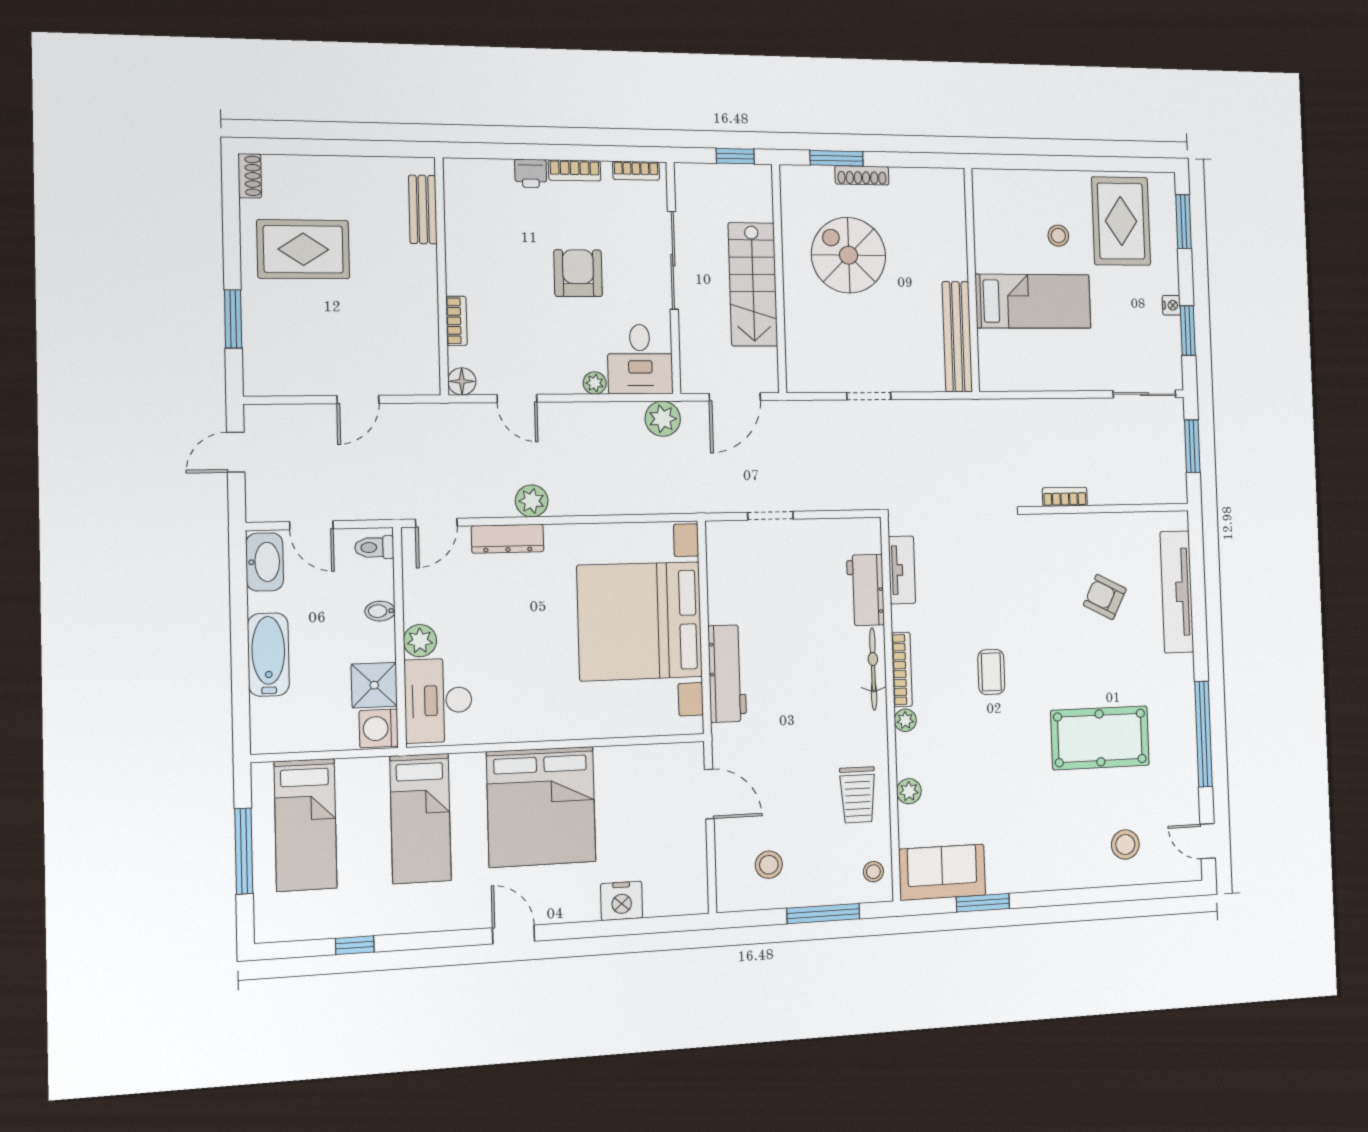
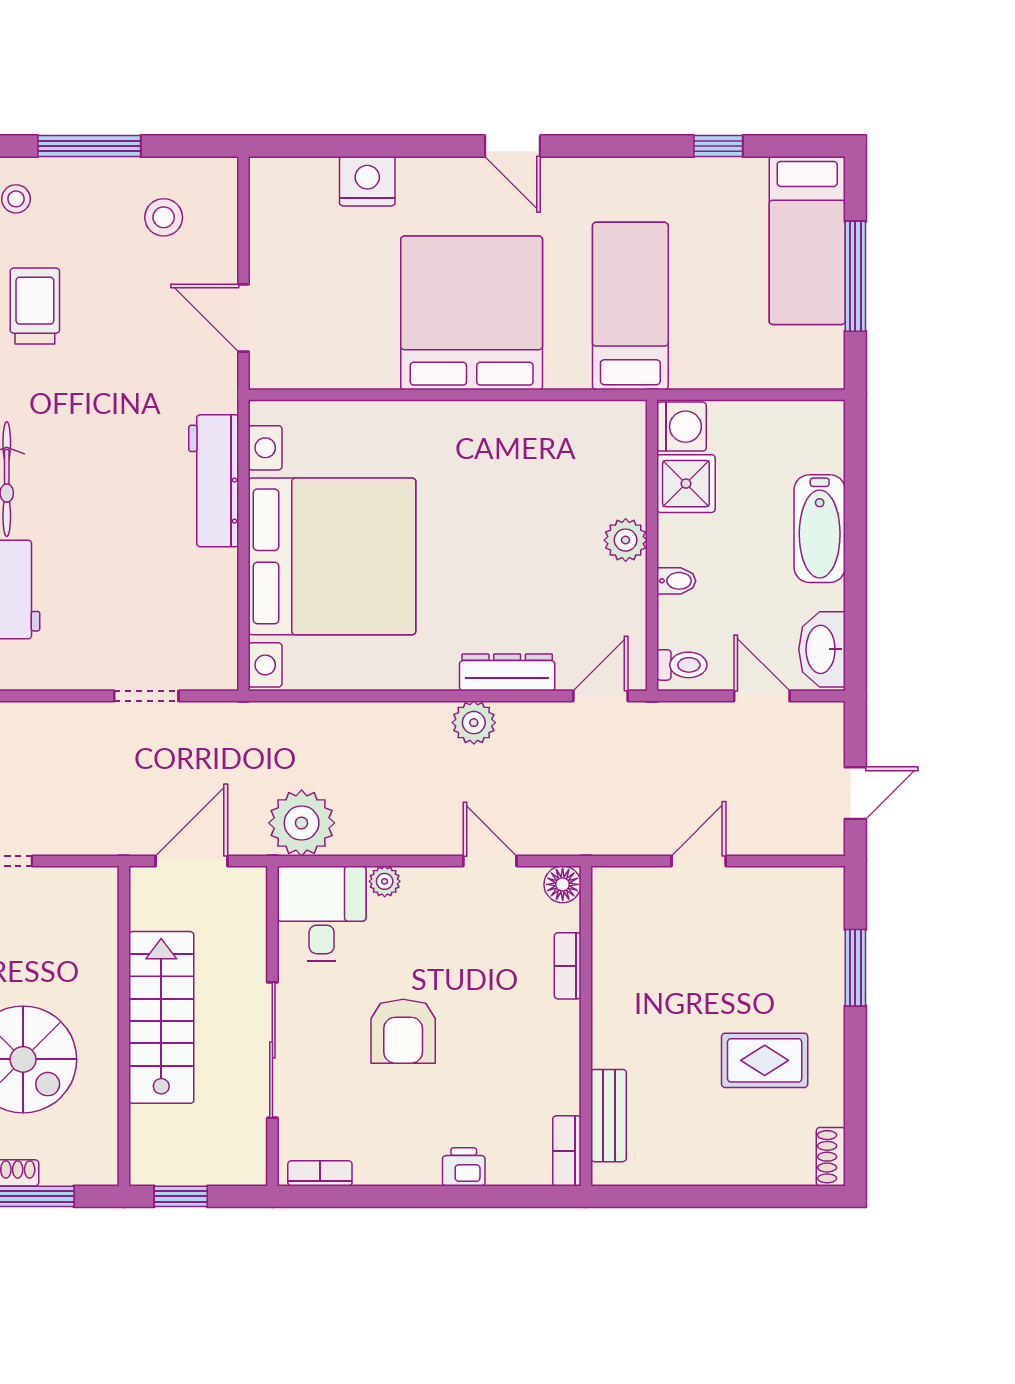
bookcase: (575, 170) -> (567, 1151), moved, turned -90
rug: (303, 249) -> (765, 1060), width x0.73, depth x0.70
plant: (663, 419) -> (302, 823), width x1.36, depth x1.36
desk: (438, 700) -> (604, 460), removed
bed: (305, 825) -> (807, 240), moved, turned 180

